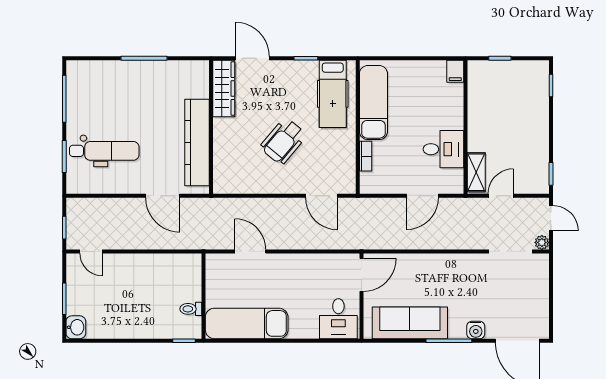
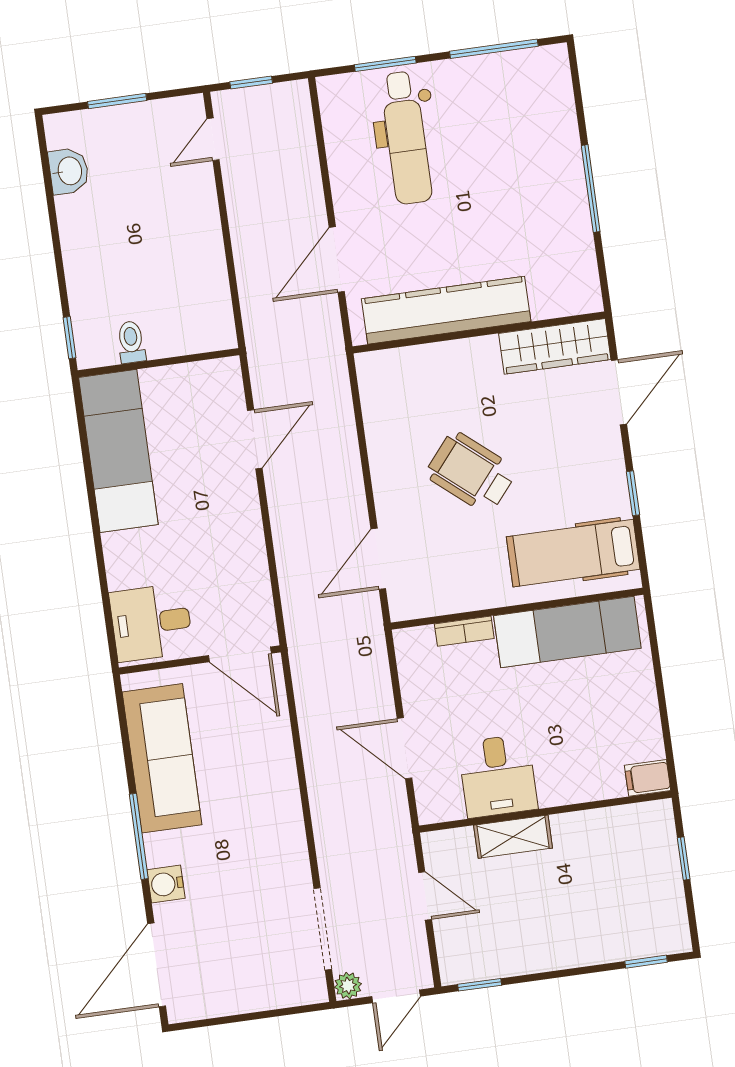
shelving: (476, 172) -> (513, 837), moved
washbasin: (76, 327) -> (69, 171), moved, turned -90

